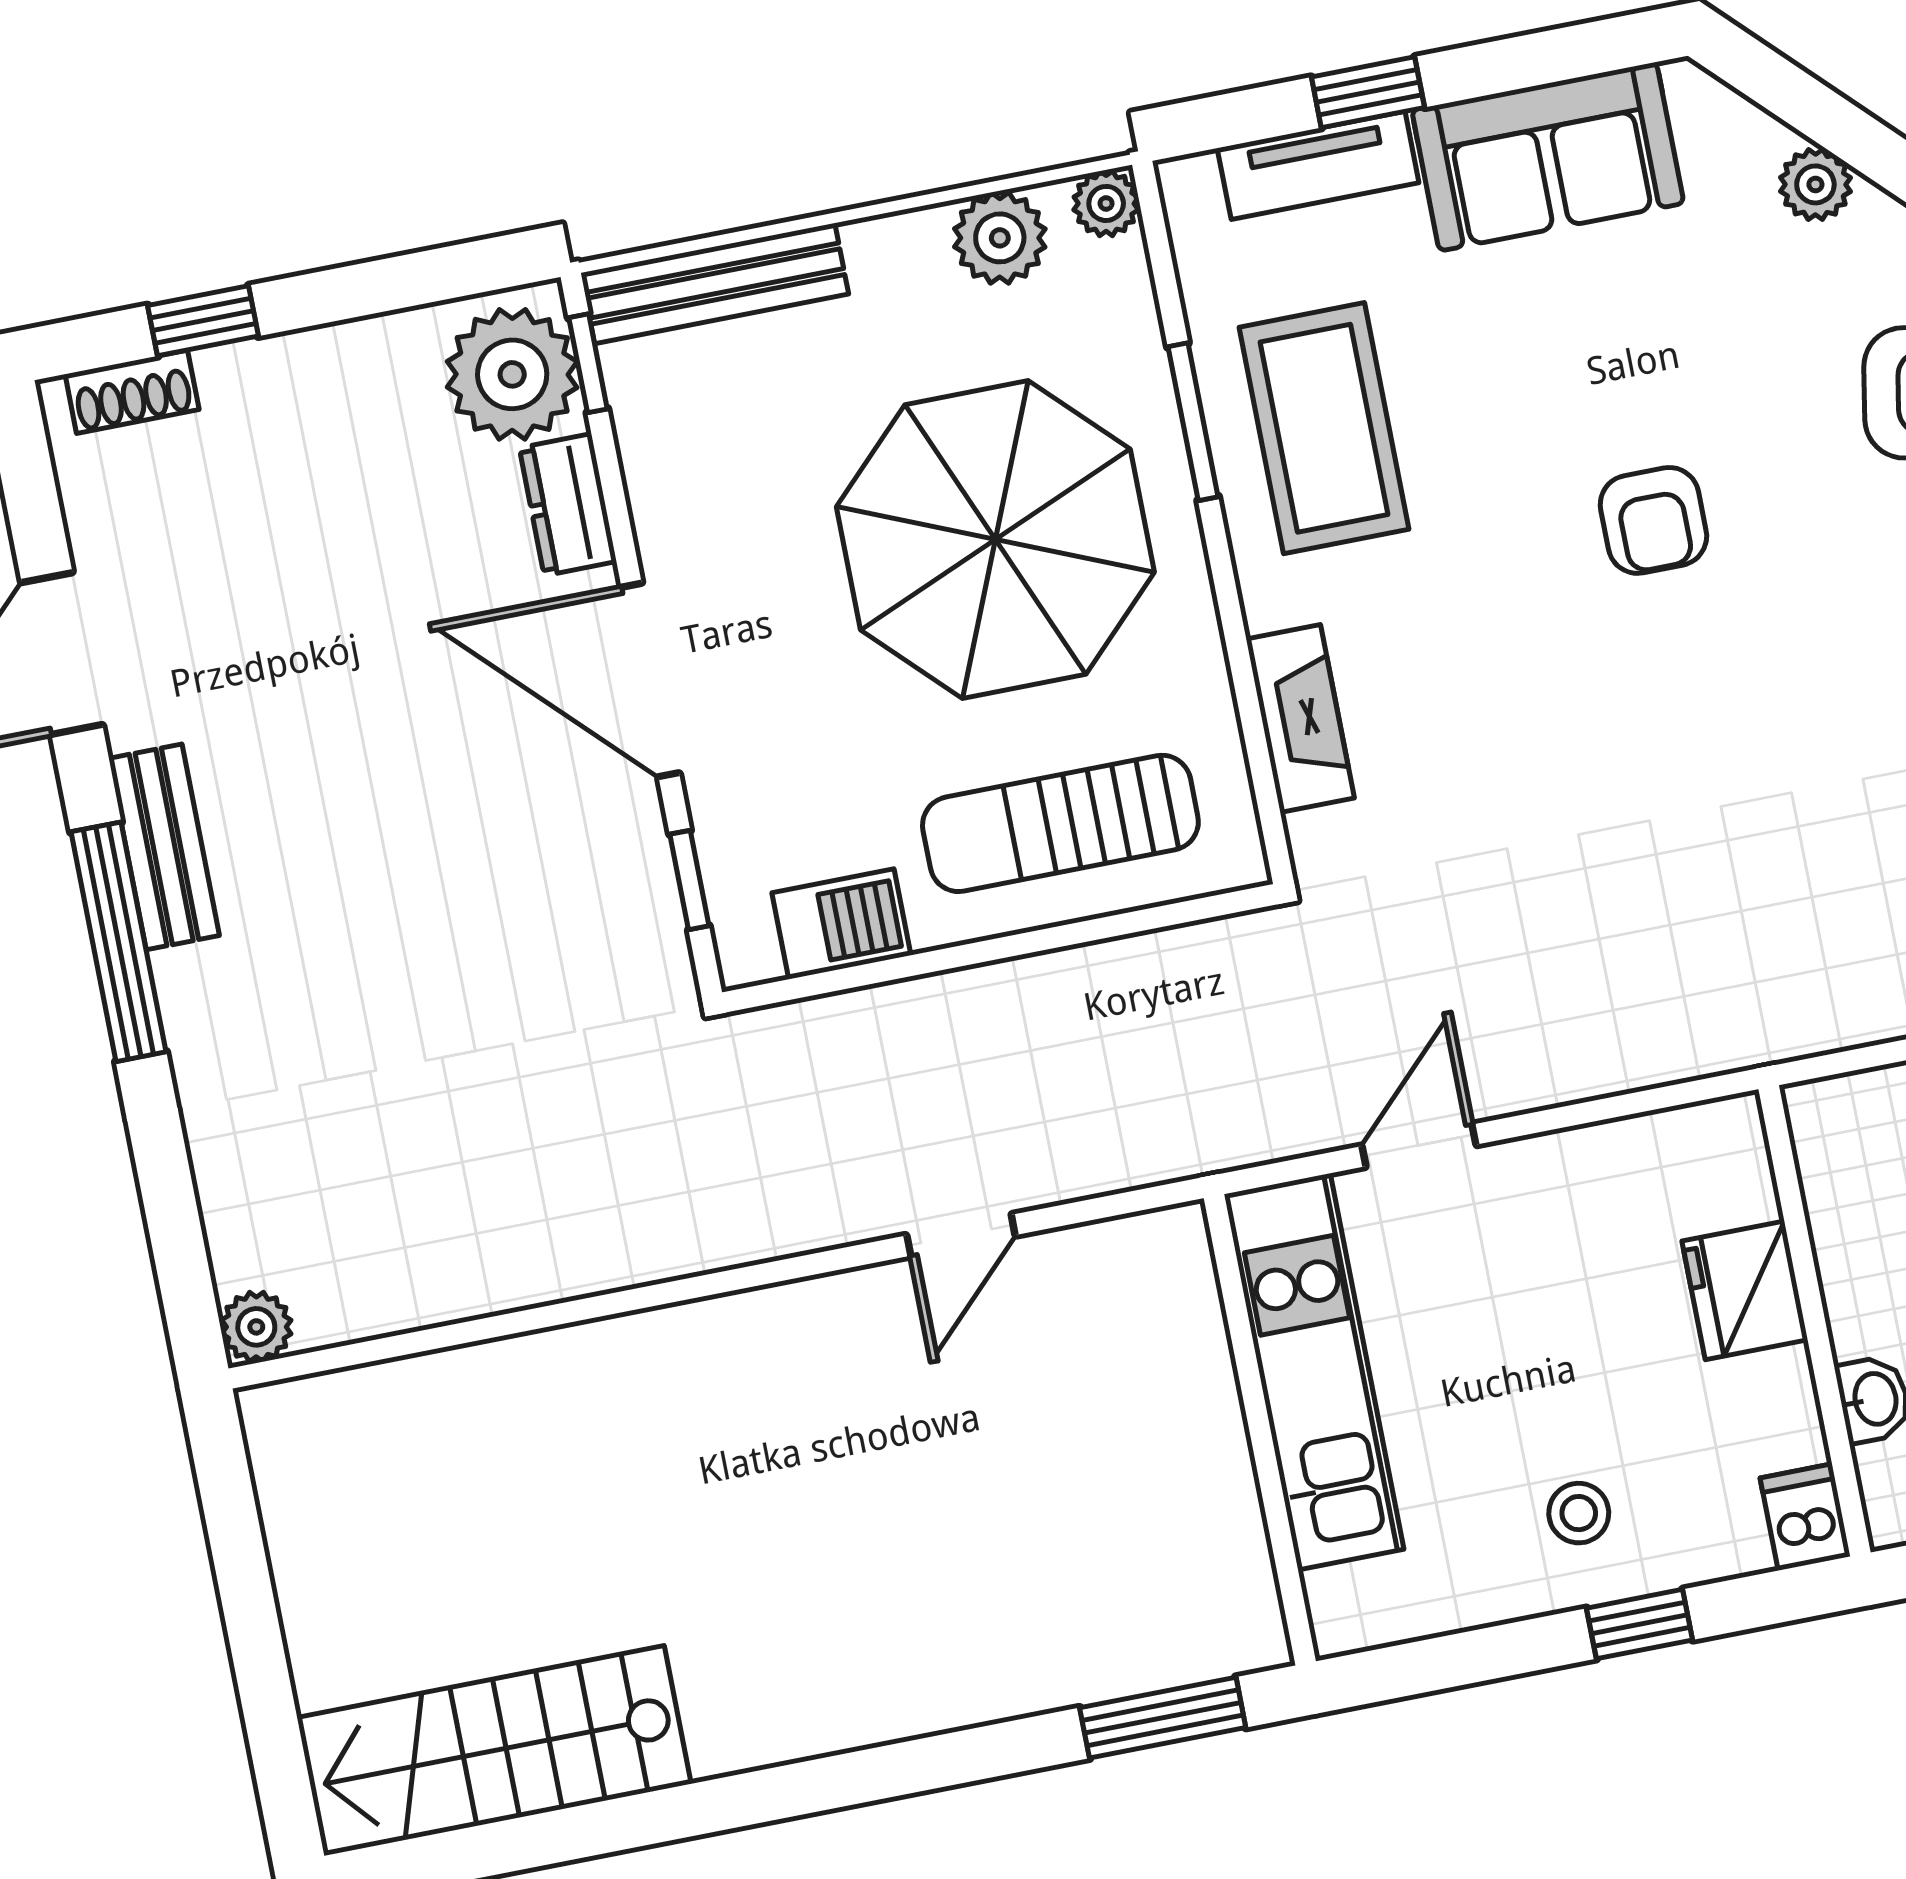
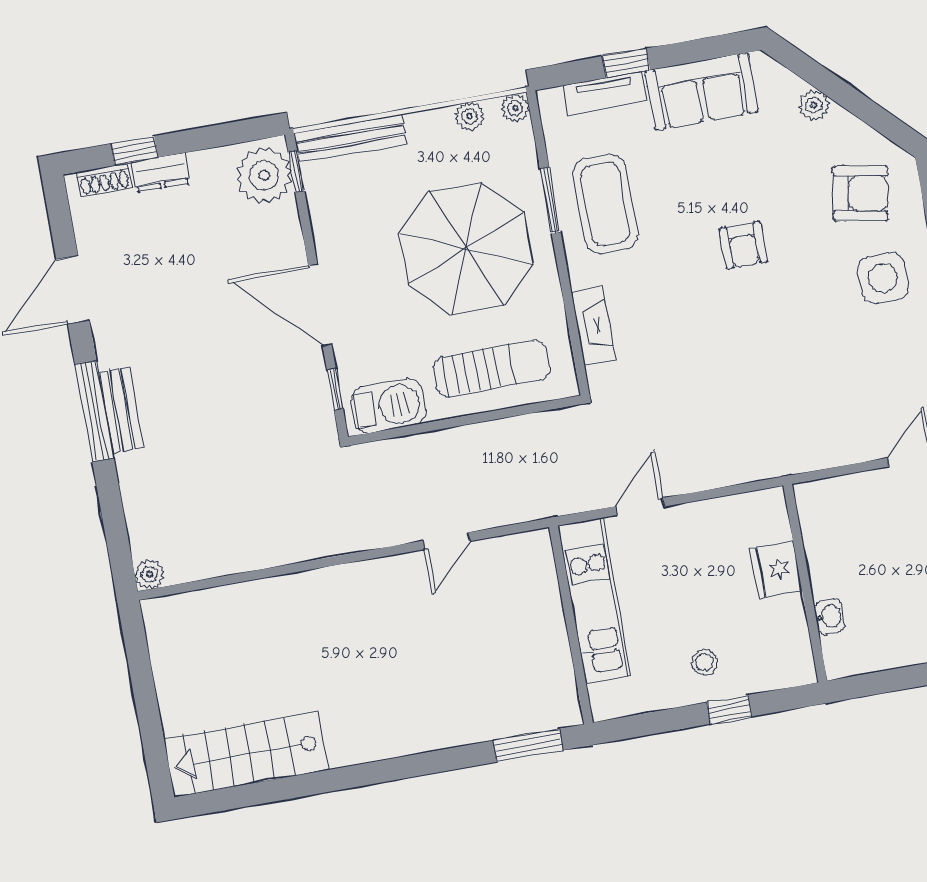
plant: (1000, 238) -> (469, 116), width x0.73, depth x0.73
dresser: (568, 505) -> (160, 173), moved, turned -90
sun lounger: (1060, 823) -> (492, 368), turned 180
bench: (164, 847) -> (121, 410), moved
barbecue: (841, 924) -> (388, 406), width x1.38, depth x1.27
dishwasher: (1805, 1517) -> (800, 666), removed

